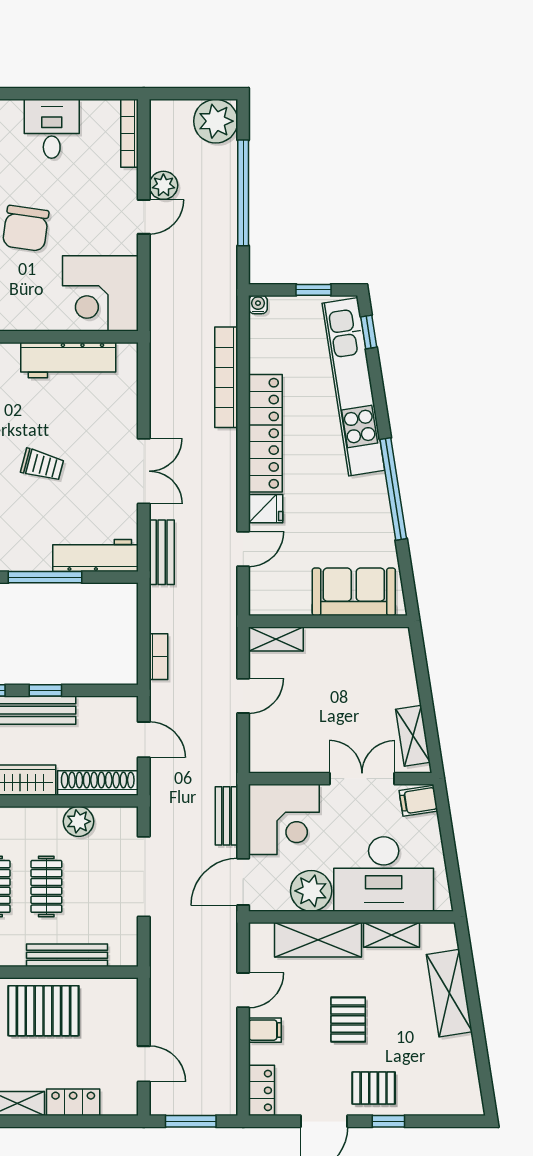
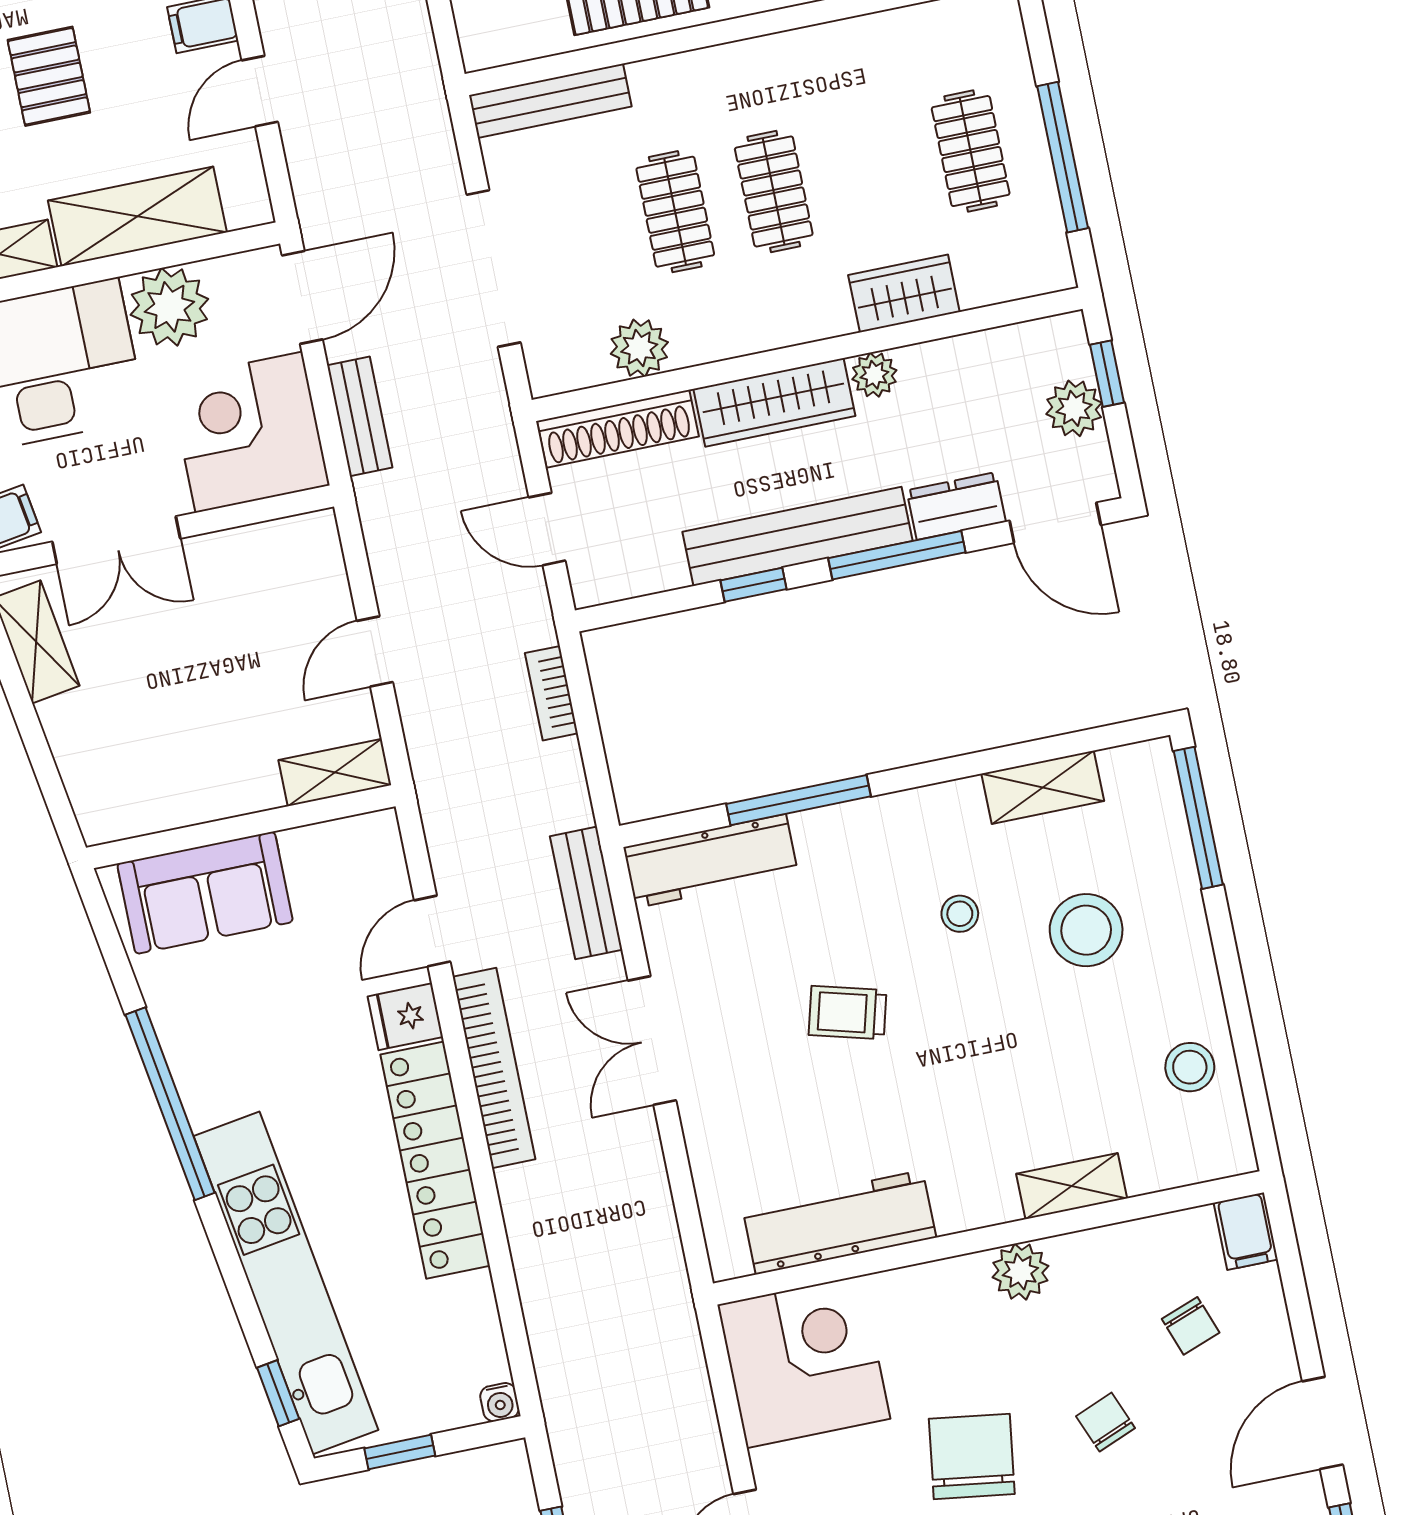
bookcase: (226, 377) -> (494, 1068), moved
bench: (67, 955) -> (550, 101), moved

